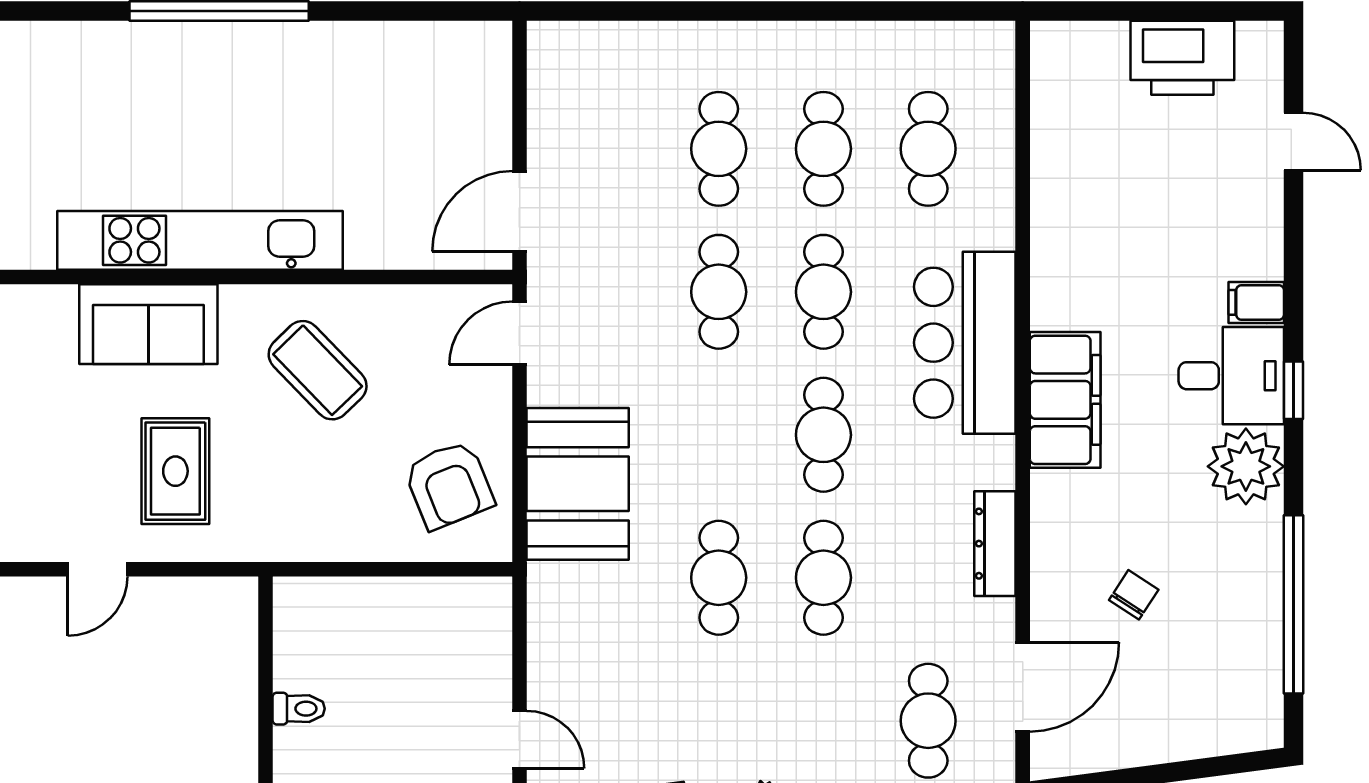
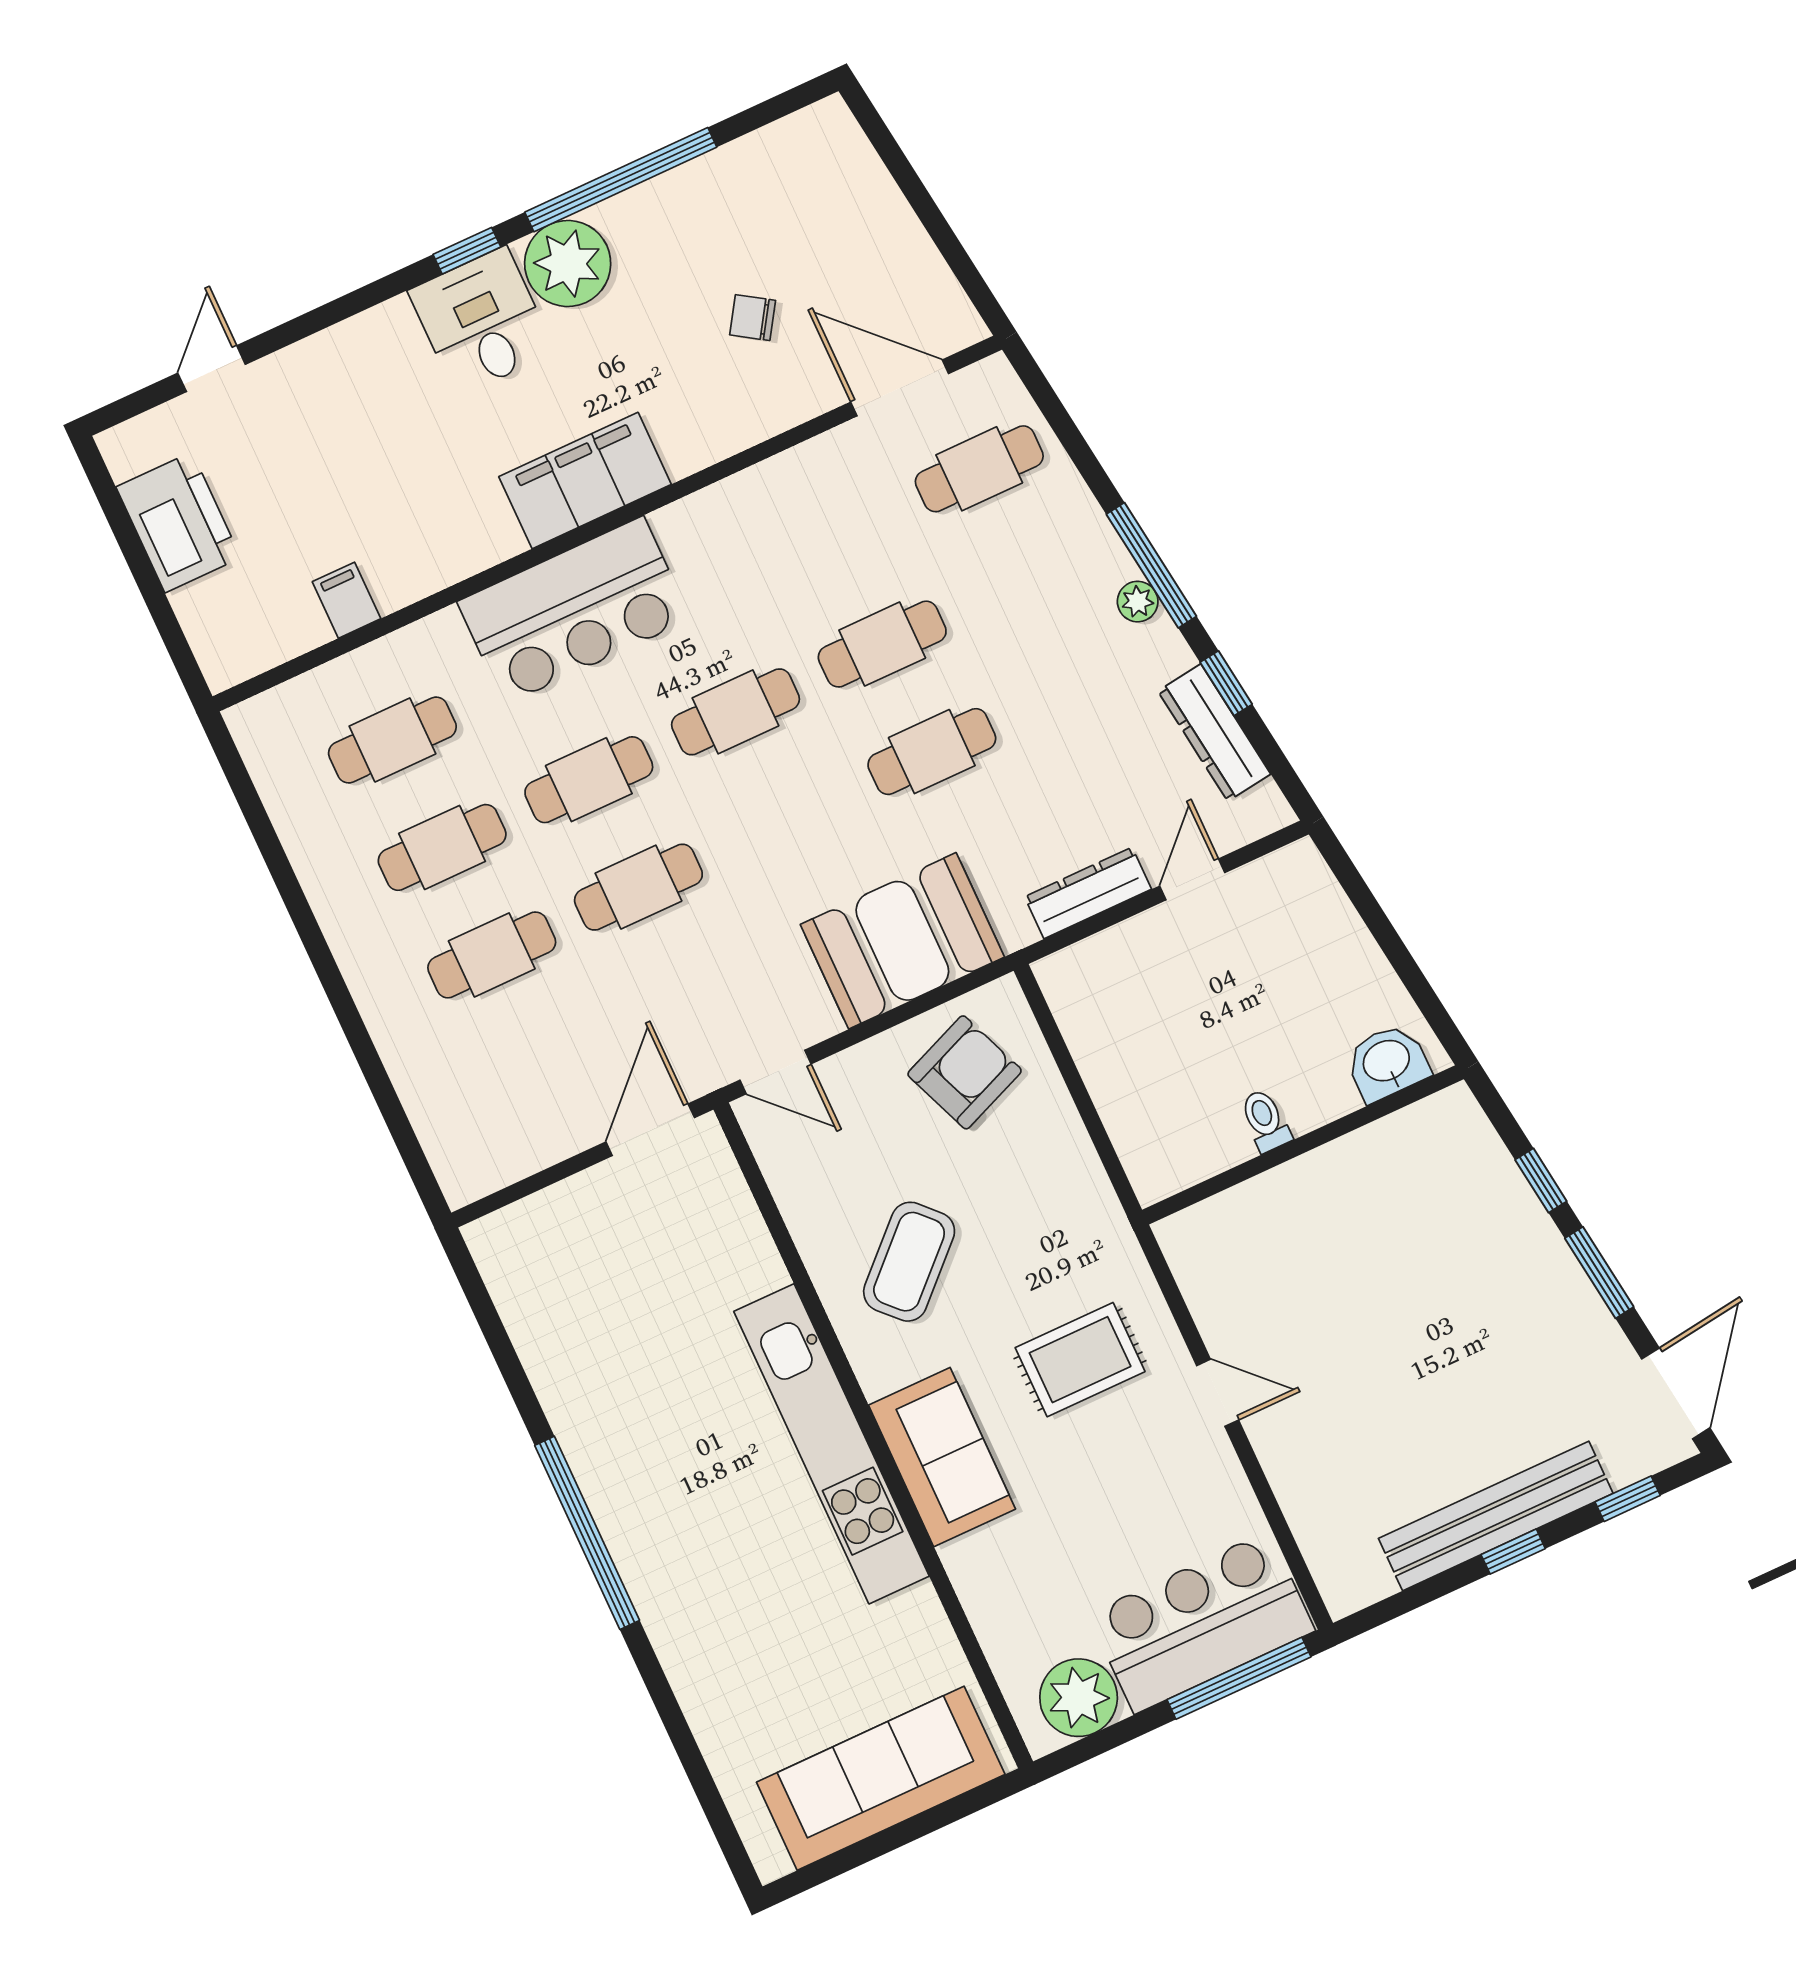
door: (519, 211) -> (650, 1130), swing flipped
filing cabinet: (1256, 302) -> (347, 600), moved, turned 180
dresser: (995, 544) -> (1088, 893), moved, turned 180
window: (1293, 604) -> (621, 180), moved

